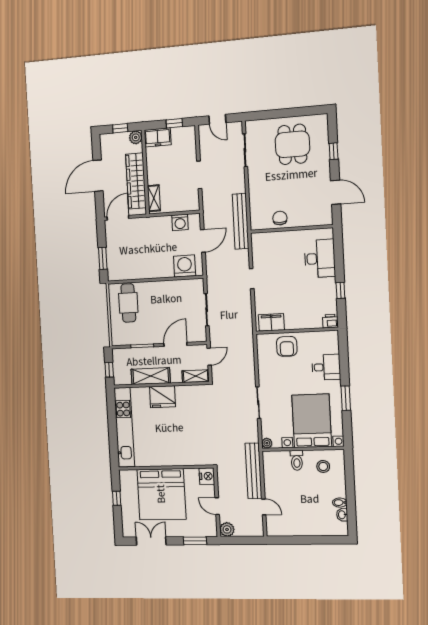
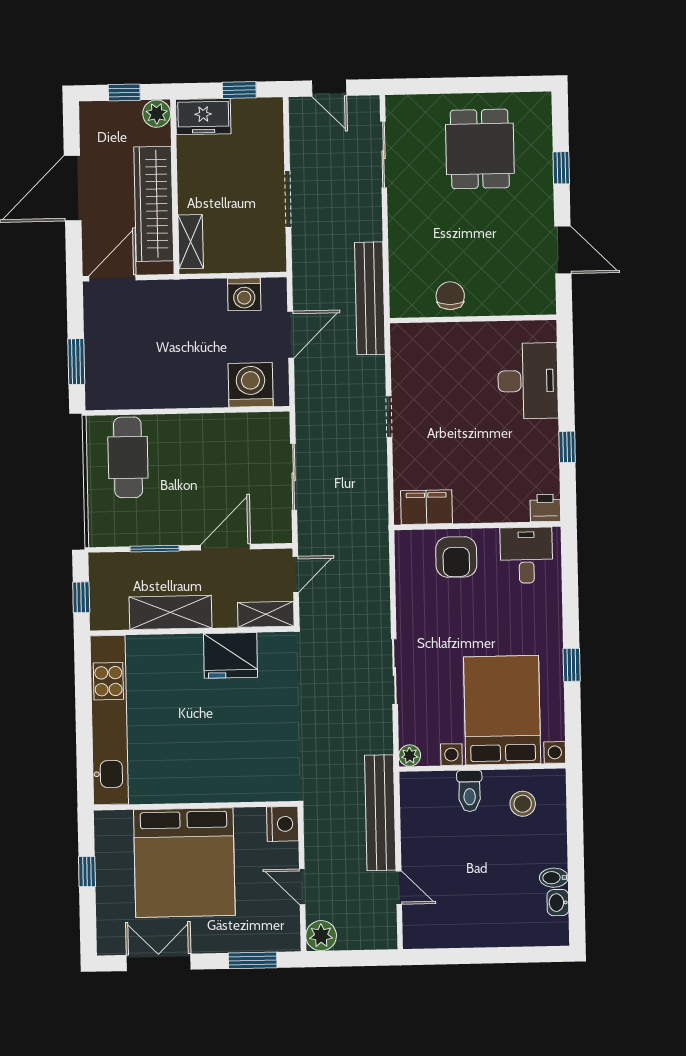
desk: (326, 367) -> (526, 555), moved, turned -90
fridge: (162, 397) -> (231, 655), moved
window: (346, 398) -> (572, 665), width x0.67

